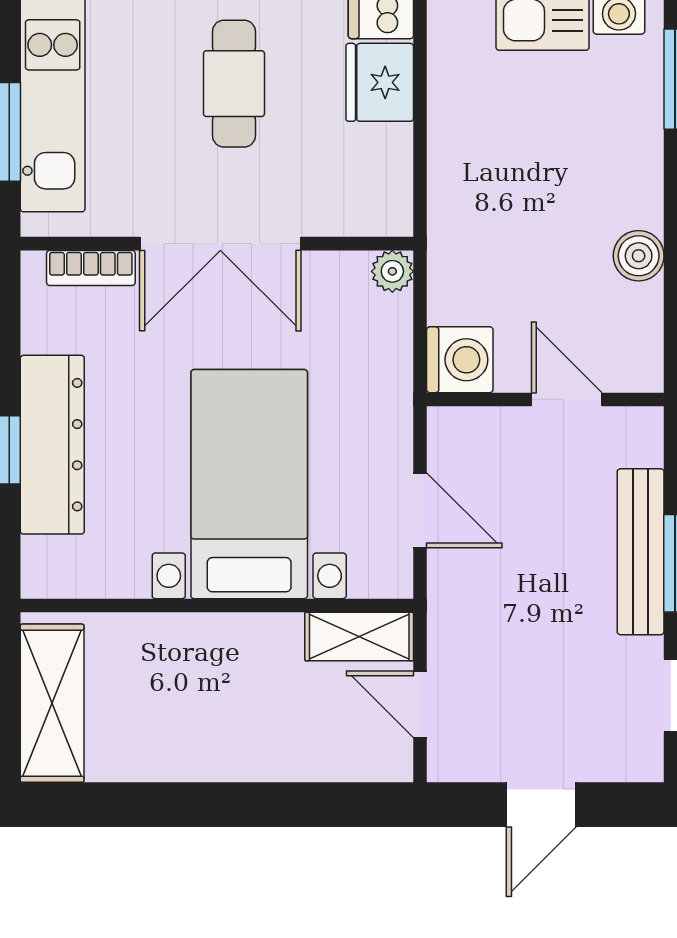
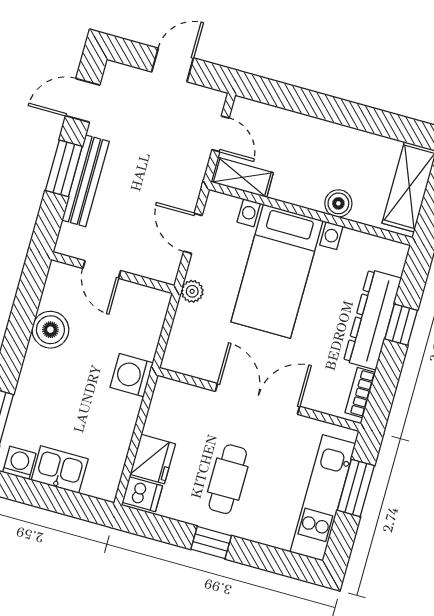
boiler: (639, 256) -> (50, 330), width x1.36, depth x1.36
bookcase: (91, 268) -> (360, 393), moved, turned -90
plant: (392, 271) -> (192, 291), moved
washing machine: (460, 360) -> (132, 375), moved
boiler: (172, 638) -> (338, 203), added

